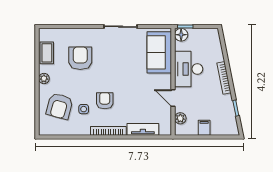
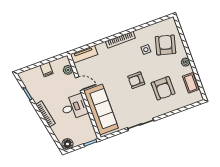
floor lamp: (181, 35) -> (67, 144), moved
sofa: (159, 52) -> (101, 109), width x1.36
desk: (189, 69) -> (74, 107), width x0.73
armchair: (105, 101) -> (136, 80), moved, turned 90
tv unit: (143, 129) -> (84, 54), moved

